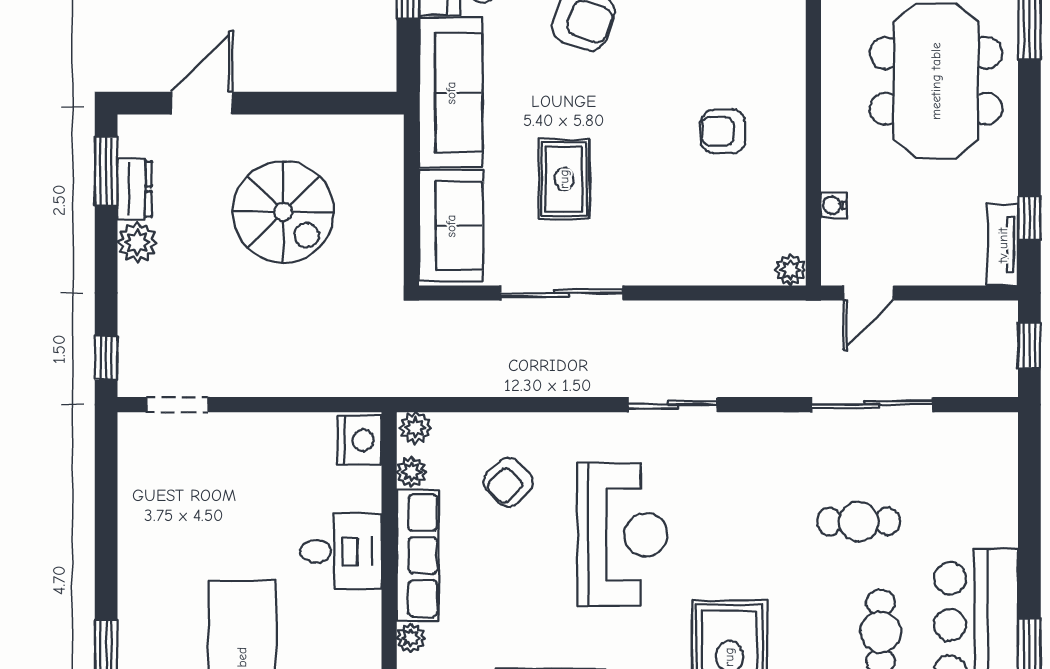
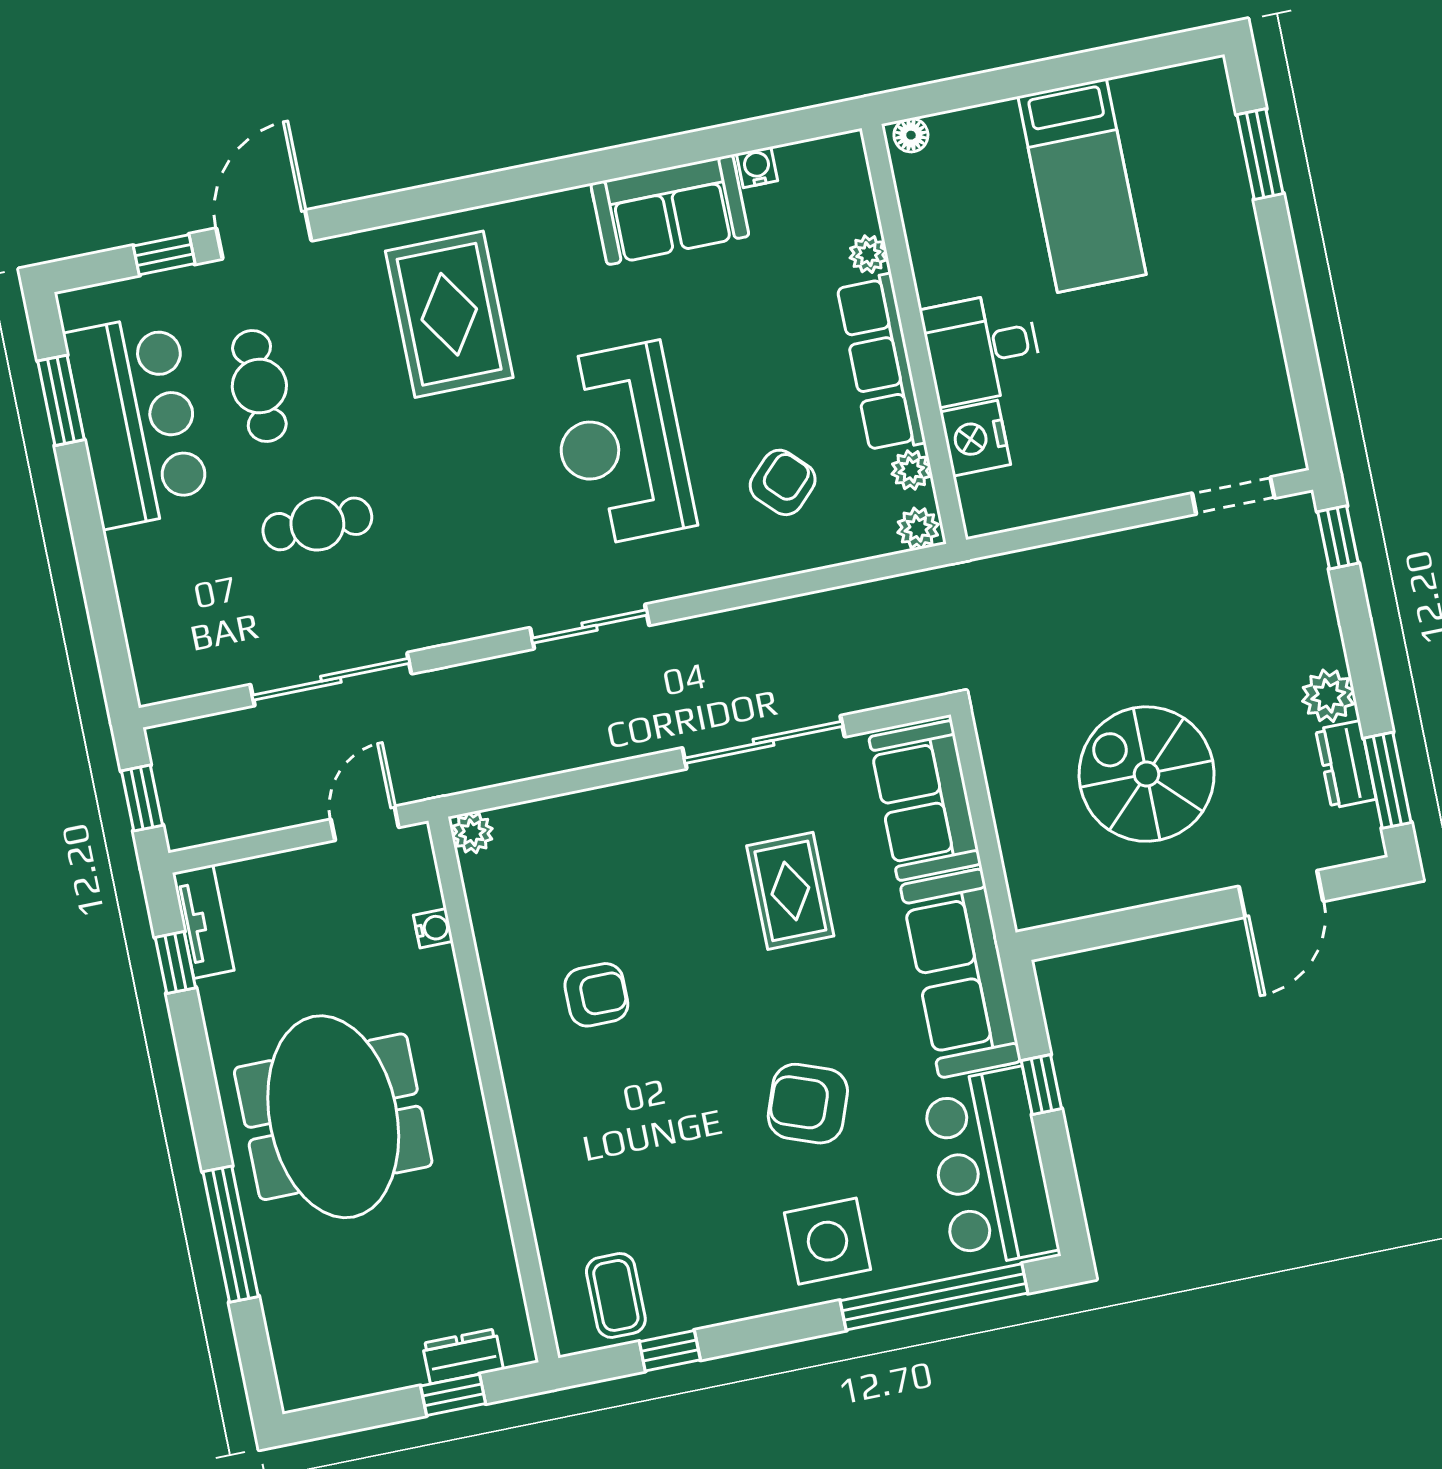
nightstand: (359, 440) -> (975, 438), moved

